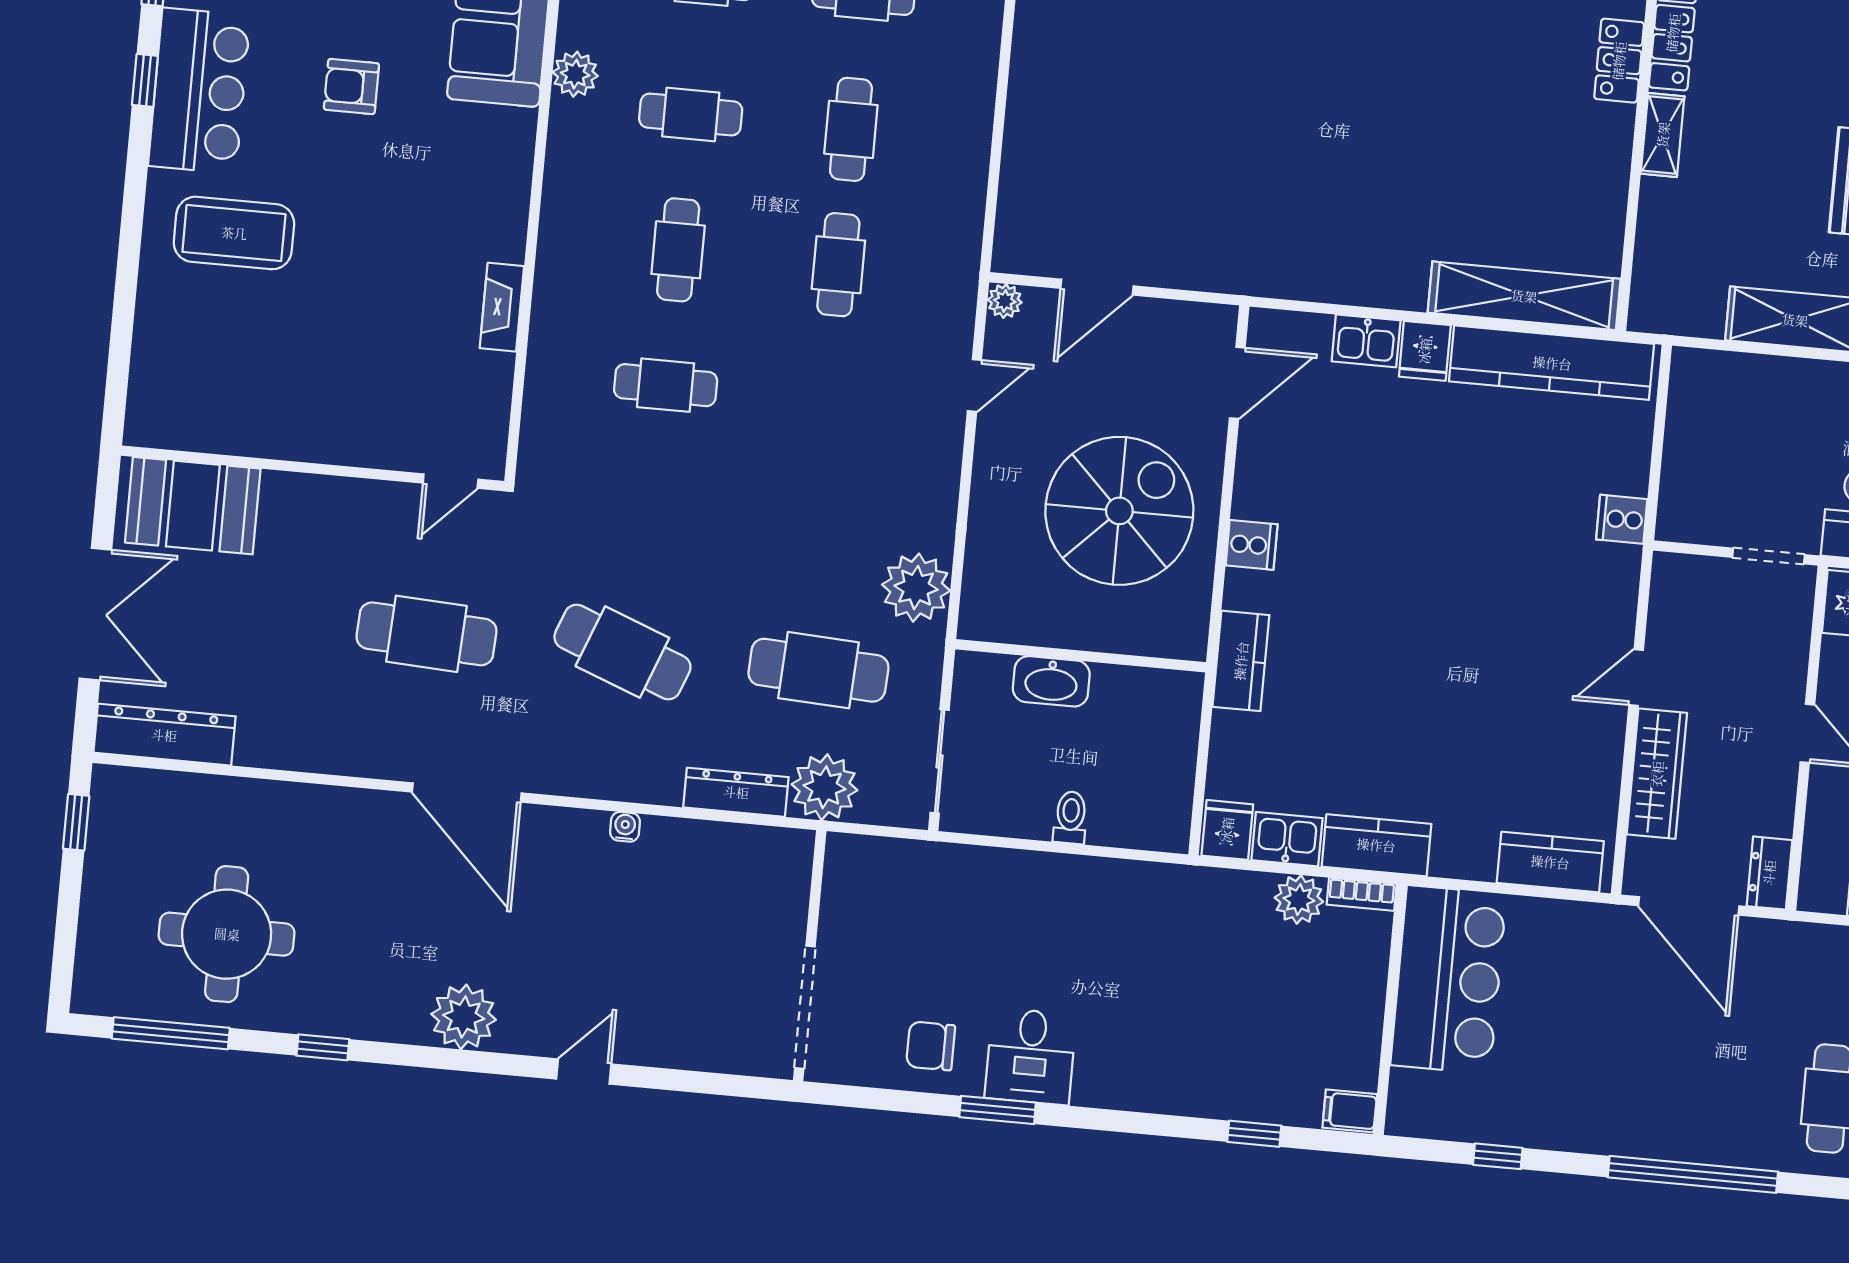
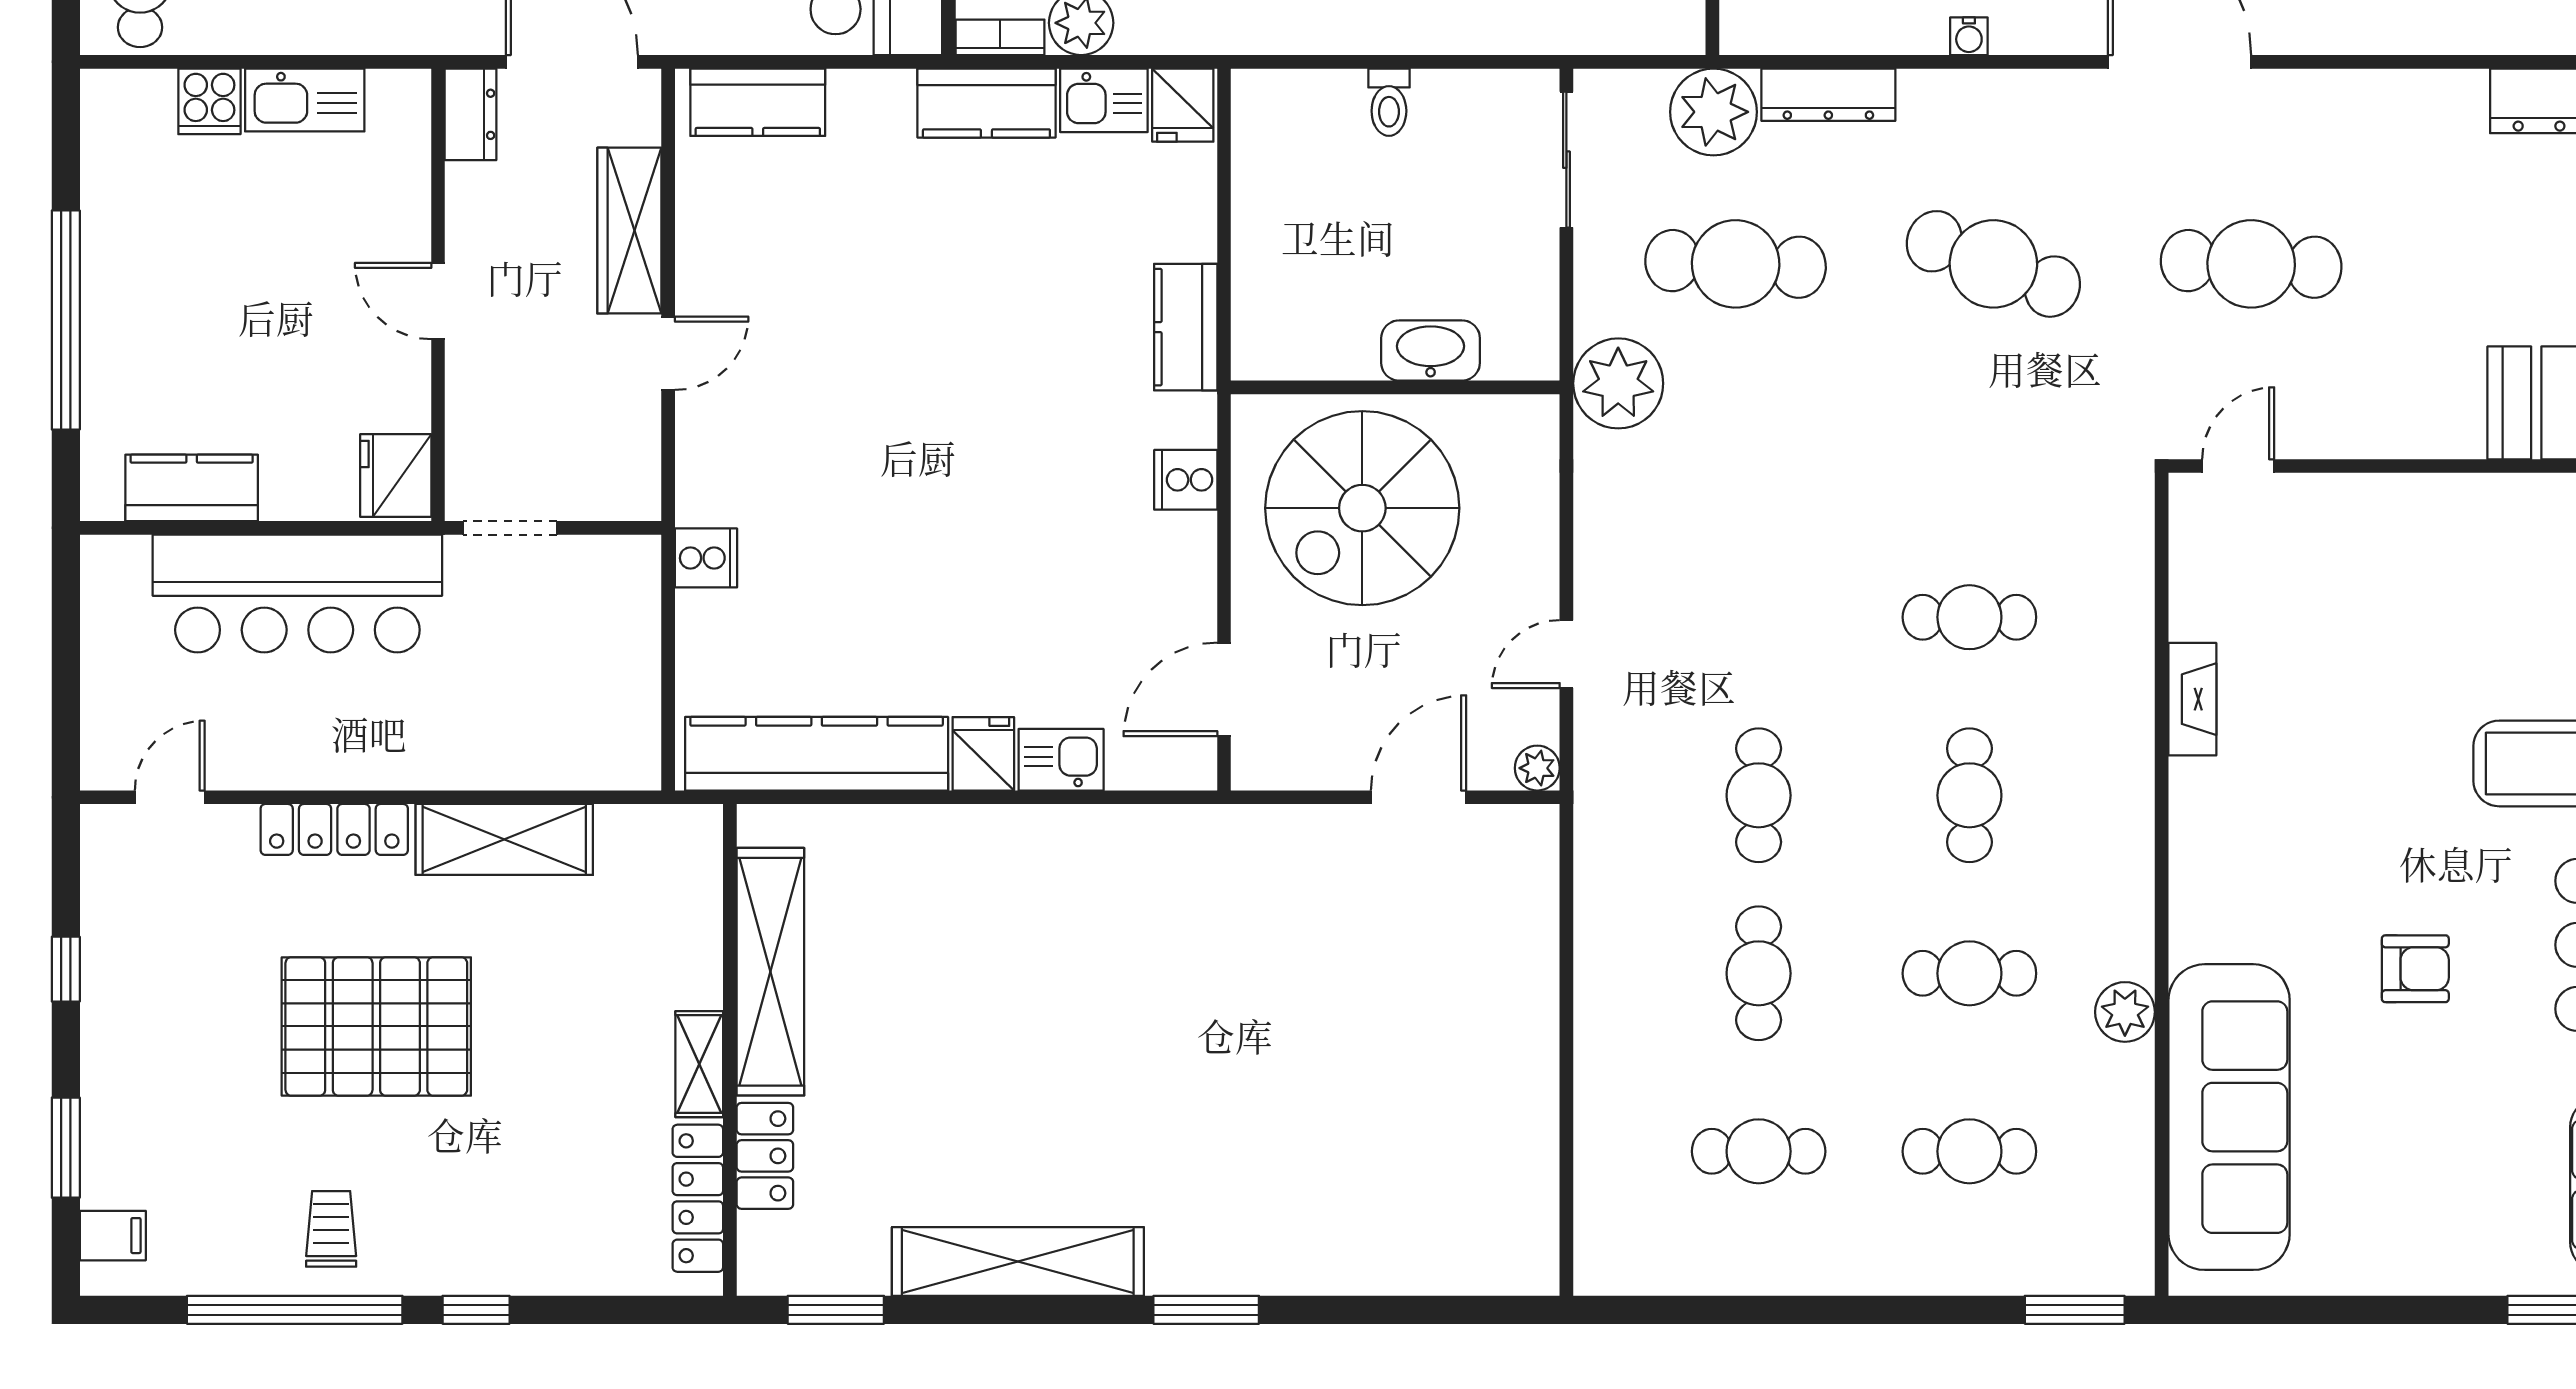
shelving: (1524, 296) -> (770, 972), moved, turned 90
wall: (1081, 656) -> (1395, 387), moved
washbasin: (1051, 681) -> (1431, 351), moved

